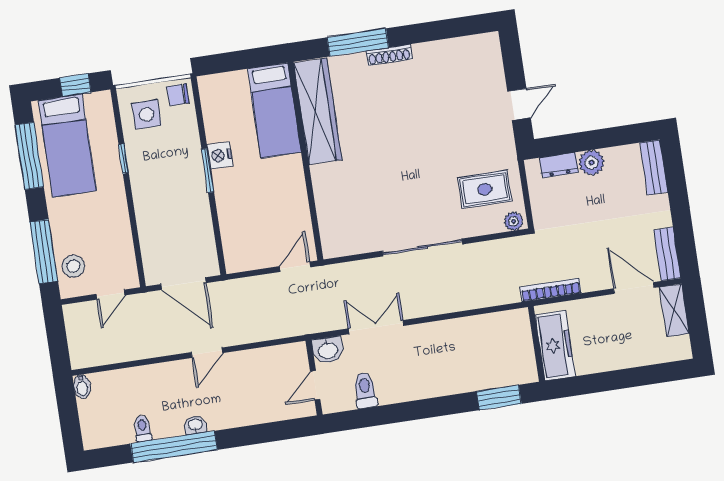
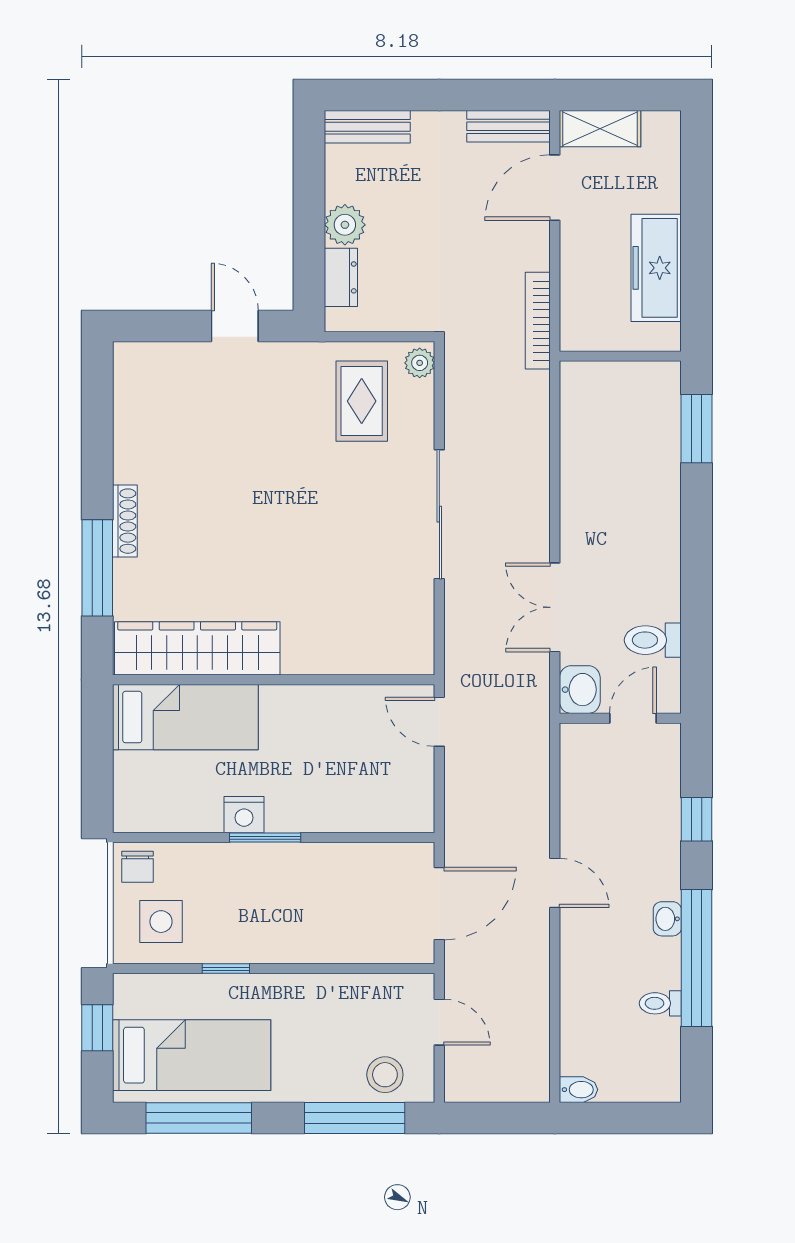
freezer: (555, 346) -> (656, 268), moved, turned -90
door: (315, 385) -> (633, 718), swing flipped
window: (259, 434) -> (697, 819), added

